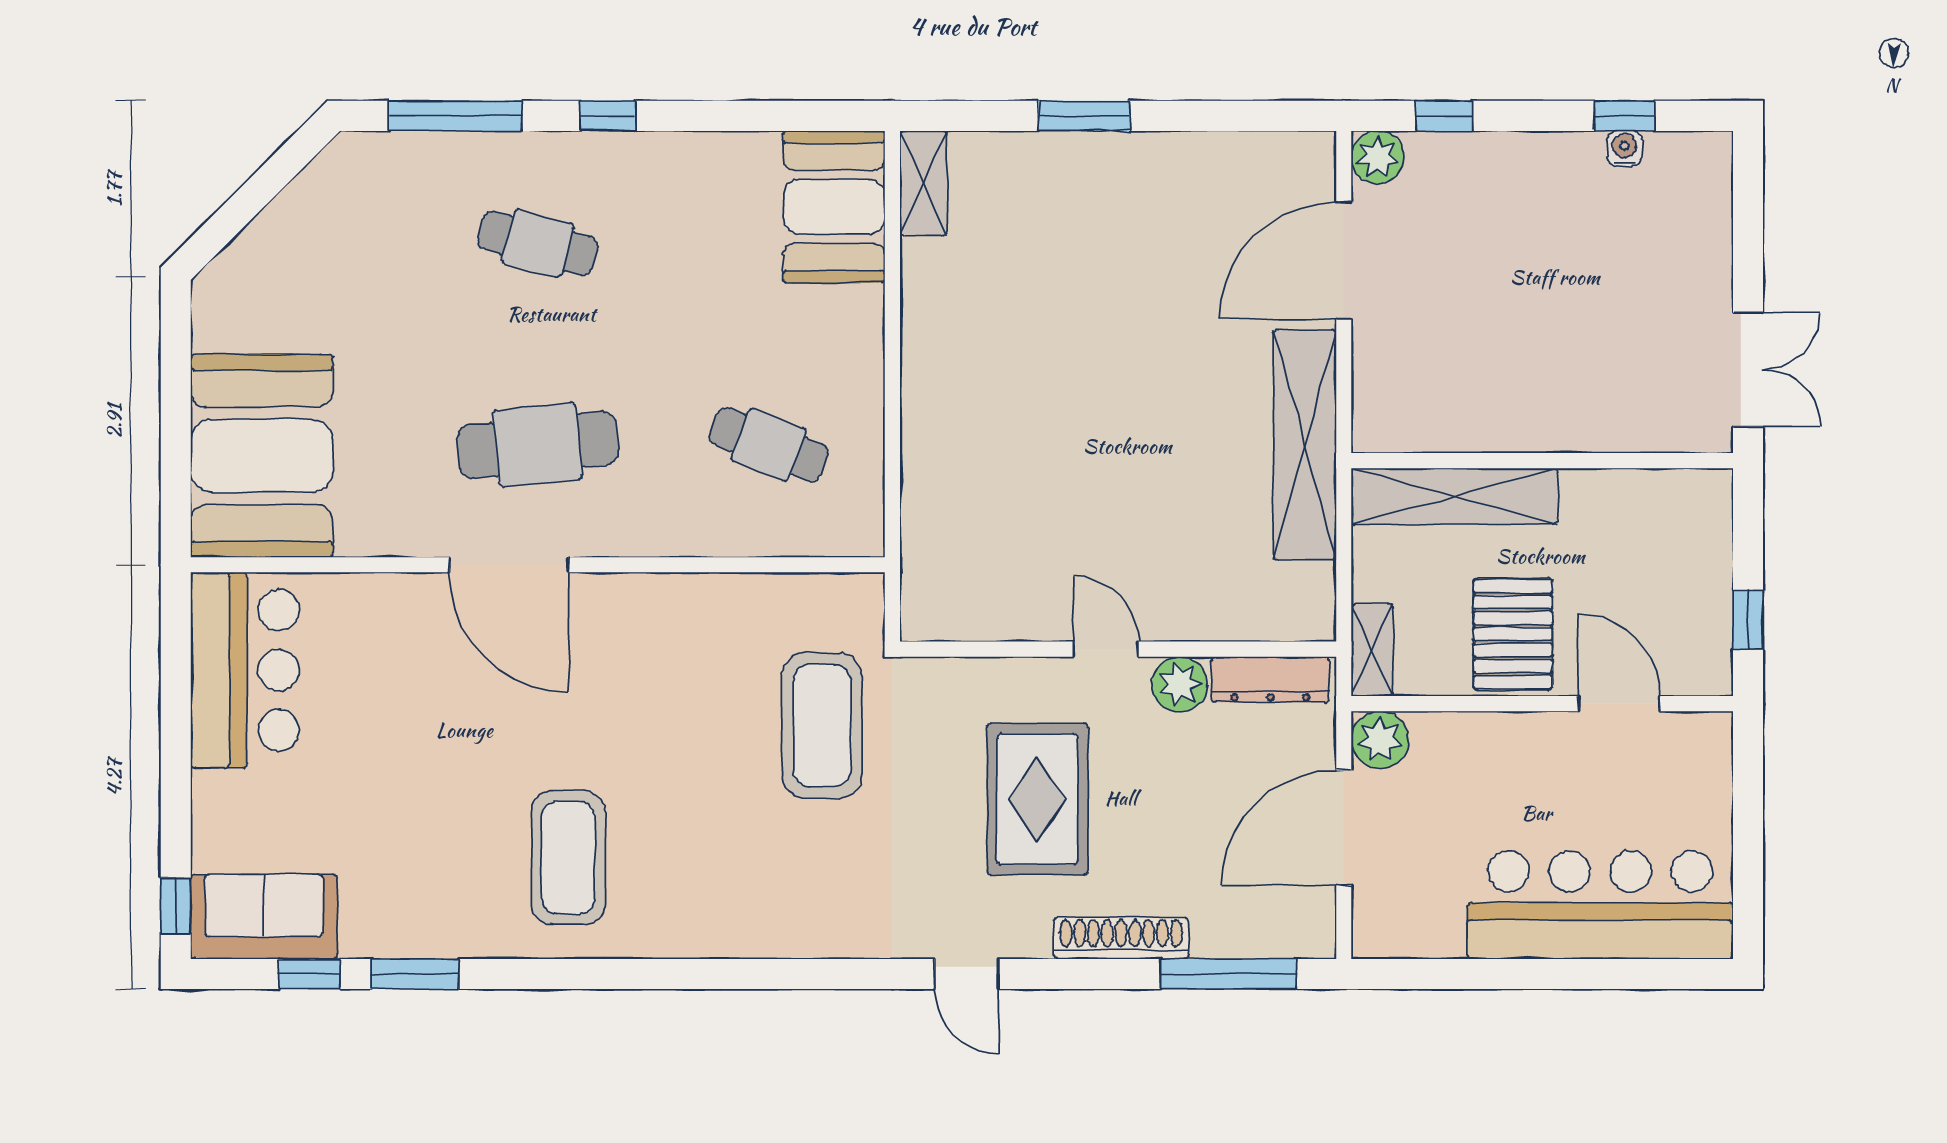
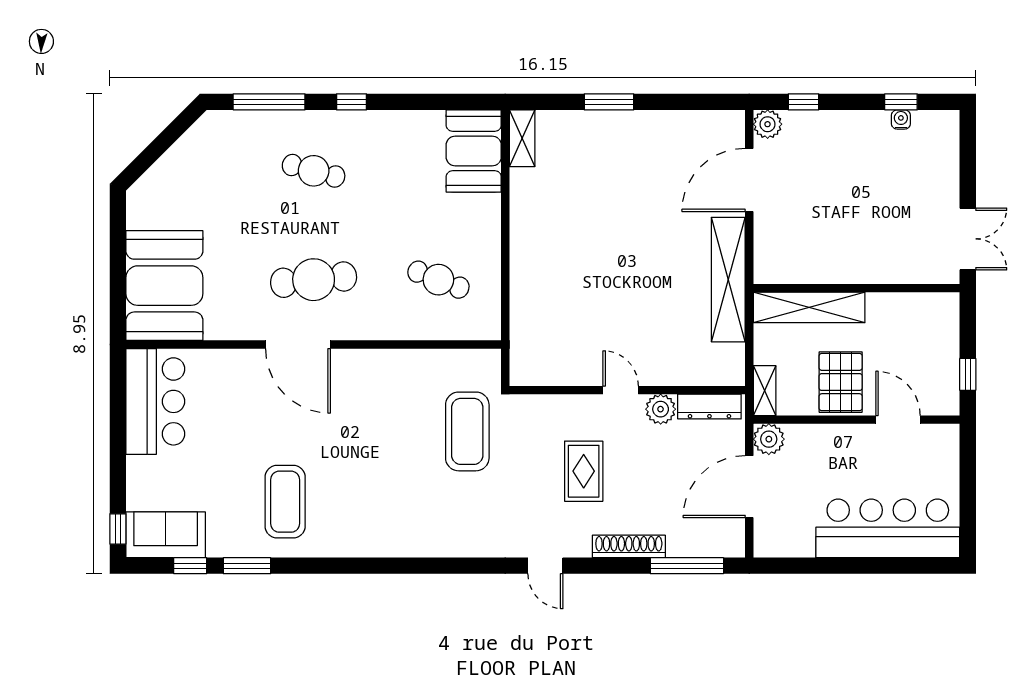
rug: (1037, 799) -> (584, 471), width x0.73, depth x0.70
coffee table: (568, 858) -> (285, 502), moved

